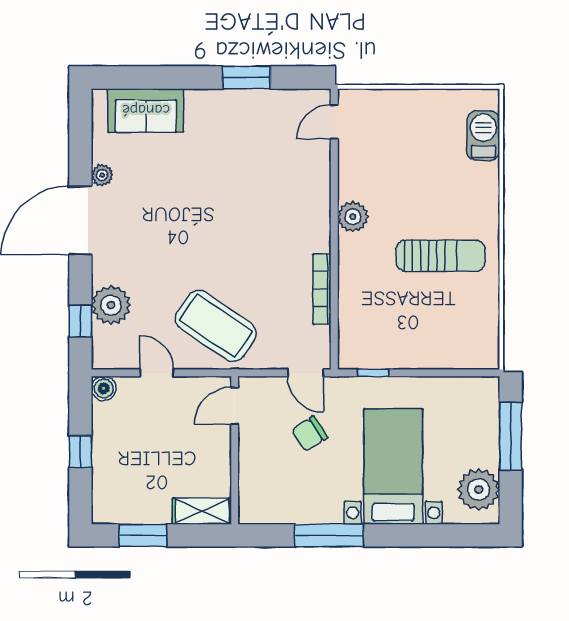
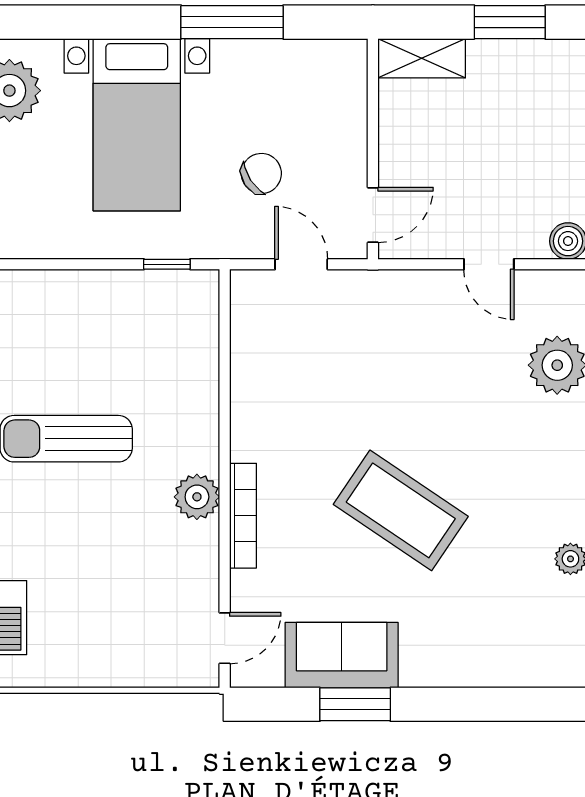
sofa: (146, 110) -> (342, 655), moved
bookcase: (322, 289) -> (243, 516), moved
coffee table: (216, 326) -> (401, 510), moved
door: (305, 373) -> (301, 264), moved

